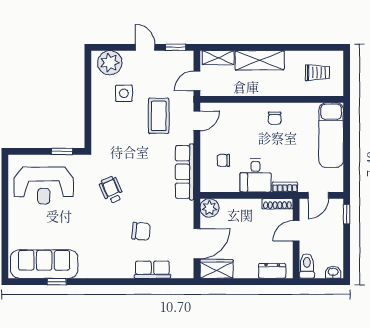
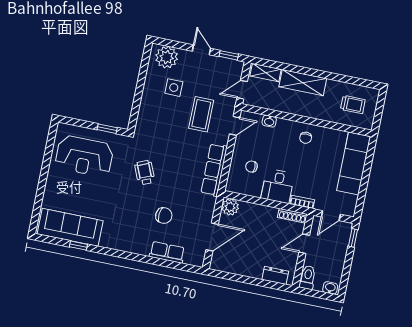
washbasin: (232, 108) -> (269, 121), added
wardrobe: (217, 269) -> (225, 263), removed

